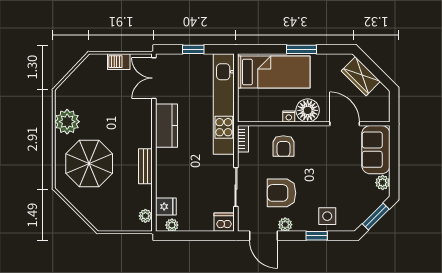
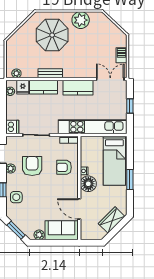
door: (345, 124) -> (79, 209), swing flipped
kitchen counter: (166, 176) -> (44, 87), added

